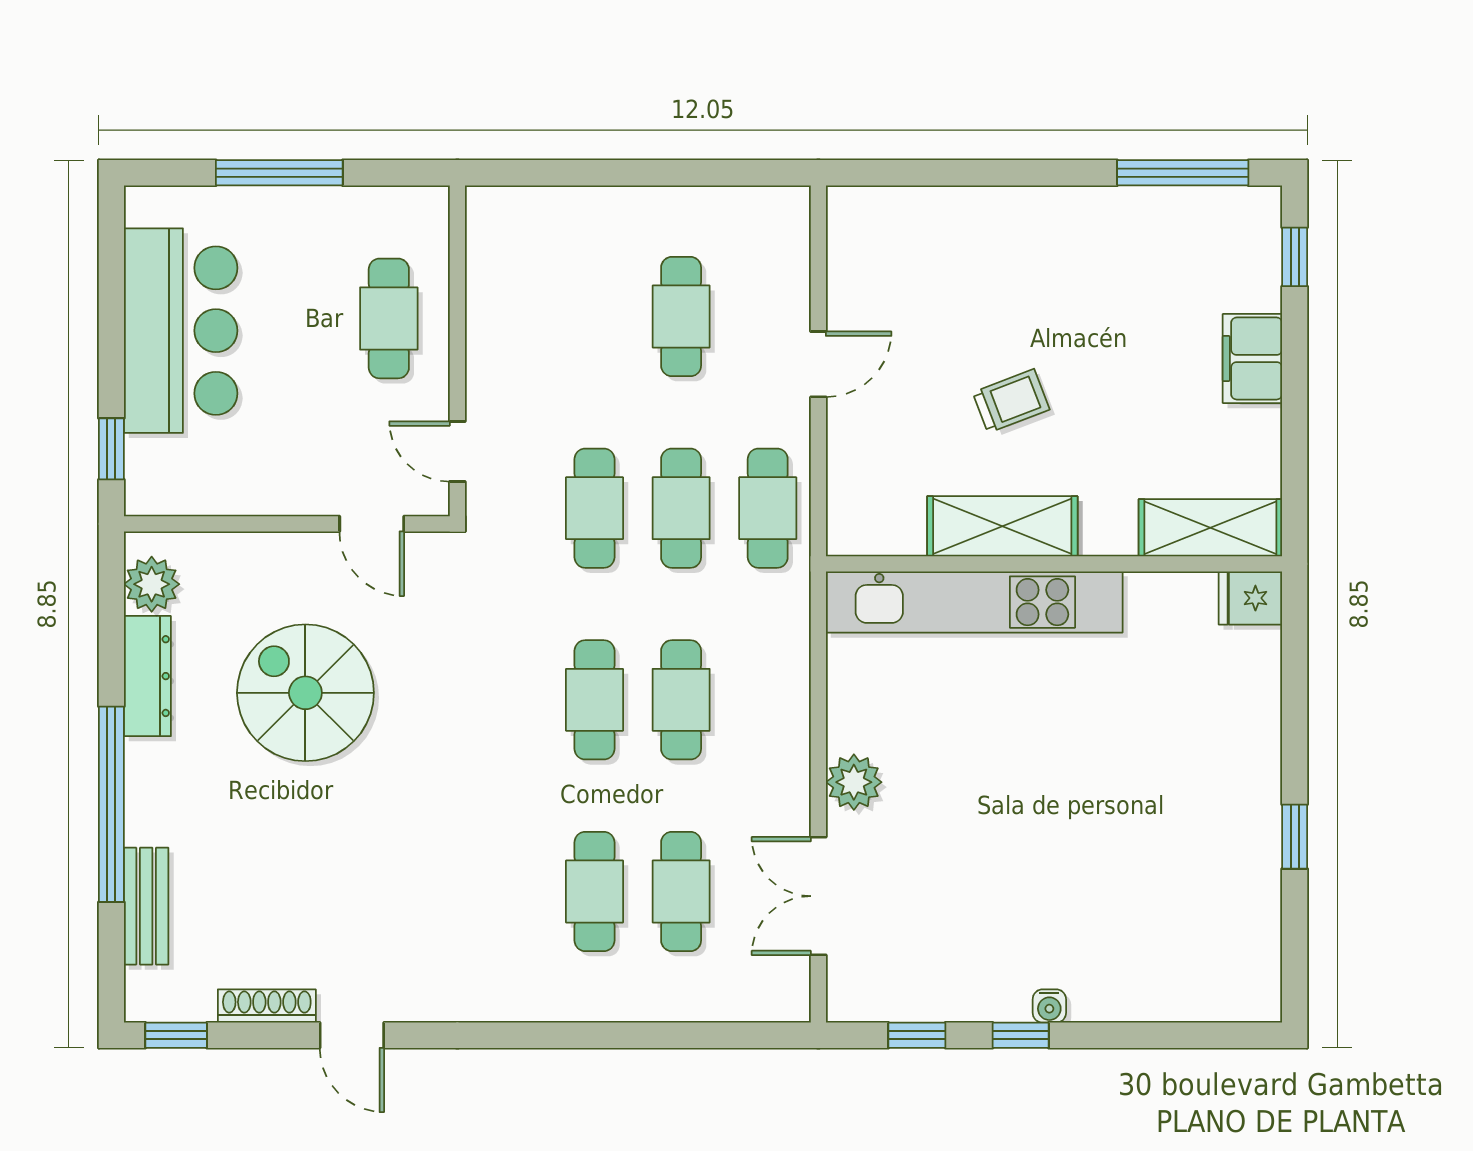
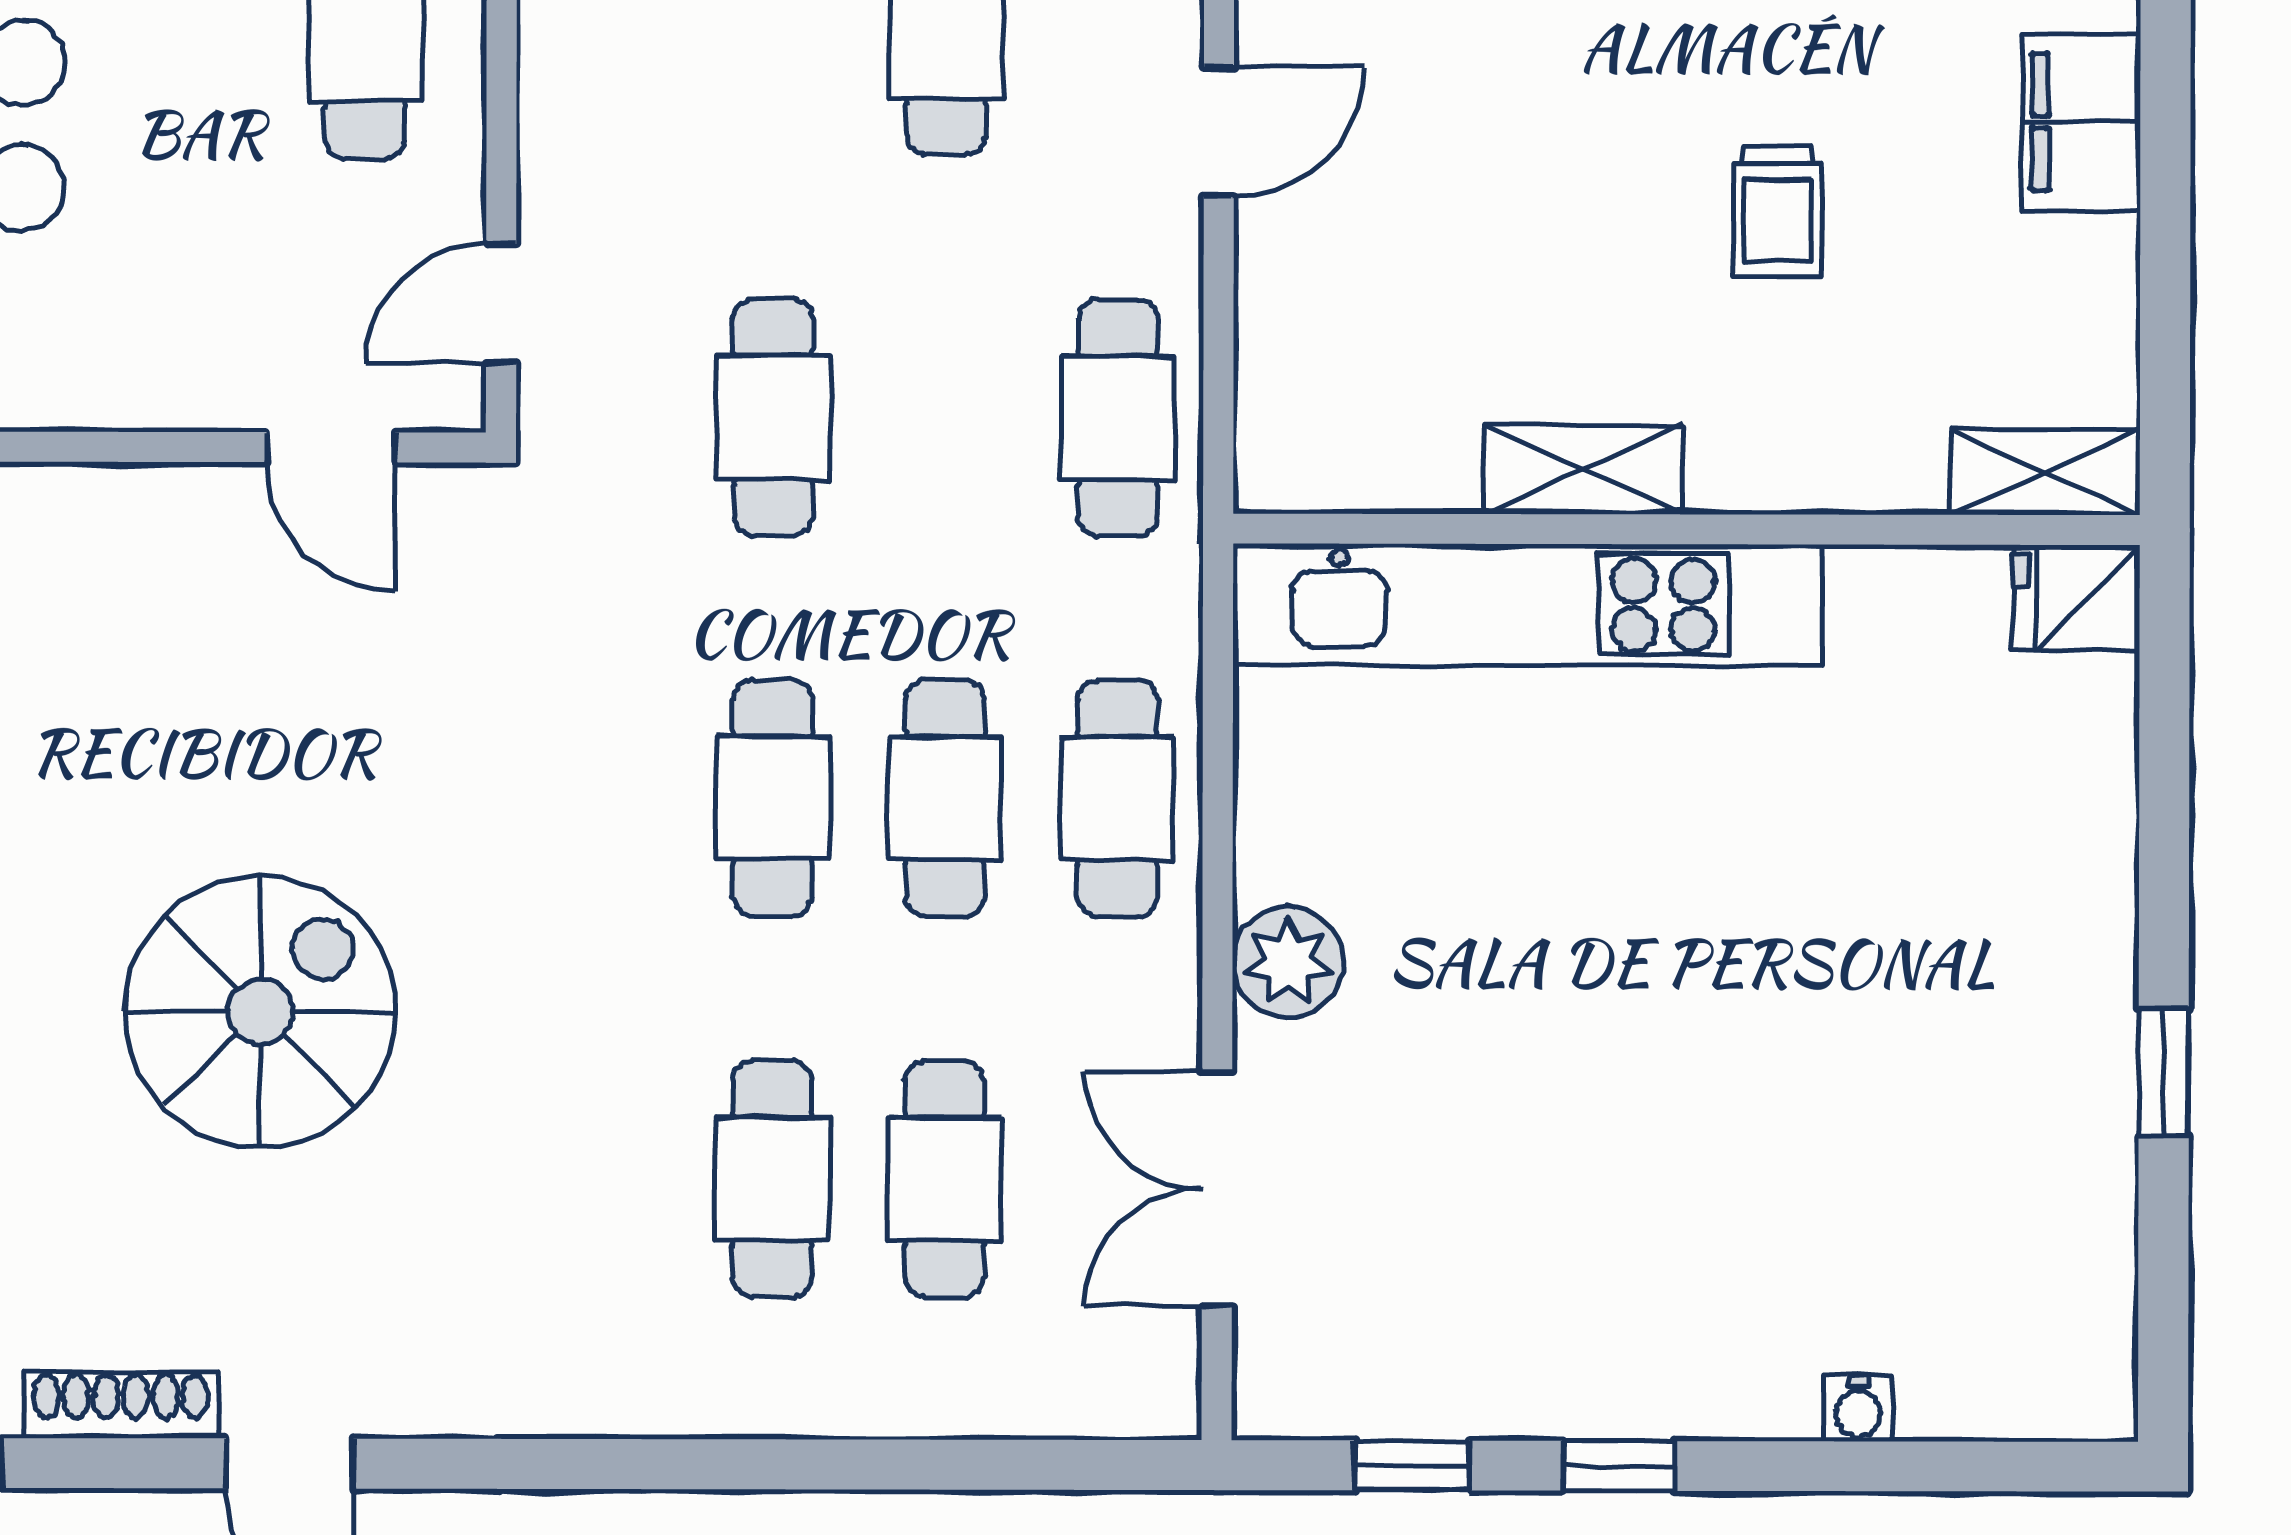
trolley: (1011, 401) -> (1778, 211), moved, turned 111
door: (457, 451) -> (501, 304), hinge flipped
cafe table: (681, 508) -> (1117, 798), moved
shelving: (1002, 526) -> (1584, 469), width x0.67, depth x0.75
shelving: (1210, 528) -> (2045, 472), width x0.67, depth x0.75
spiral stairs: (305, 693) -> (260, 1012), moved, turned 90
water cooler: (1049, 1006) -> (1858, 1408), moved

